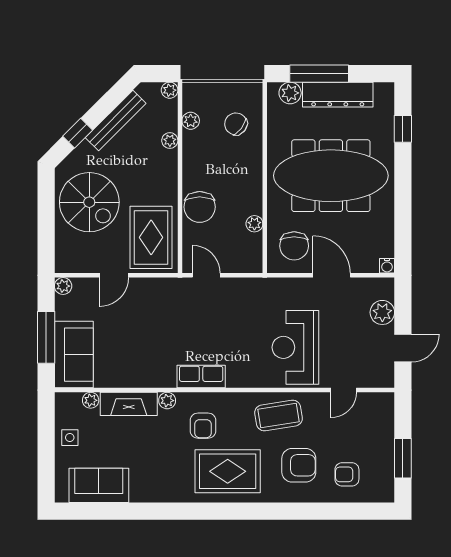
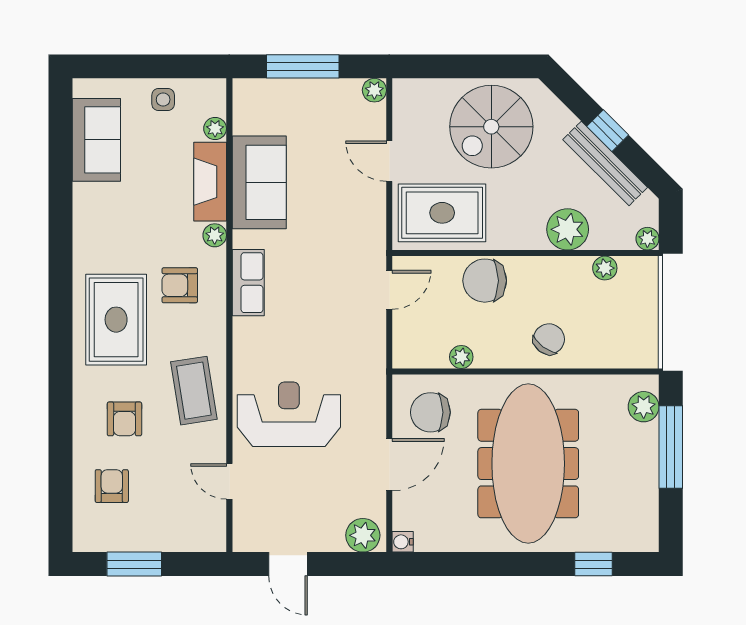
dresser: (338, 95) -> (641, 473), removed
chair: (236, 124) -> (549, 339), moved
window: (78, 133) -> (608, 131), moved
plant: (170, 141) -> (568, 229), width x1.88, depth x1.88
plant: (382, 312) -> (363, 535), moved
sofa: (74, 355) -> (259, 182), moved, turned -90
armchair: (299, 465) -> (124, 419), width x0.72, depth x0.72

